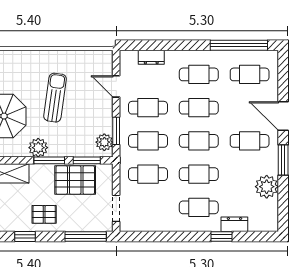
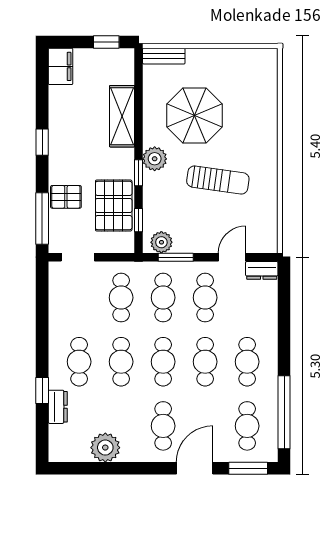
dresser: (151, 57) -> (262, 270), moved, turned -90
window: (49, 160) -> (138, 173), width x0.67
window: (87, 160) -> (138, 220), width x0.67
window: (283, 160) -> (248, 468), moved
pallet: (44, 214) -> (66, 197), moved, turned 90

